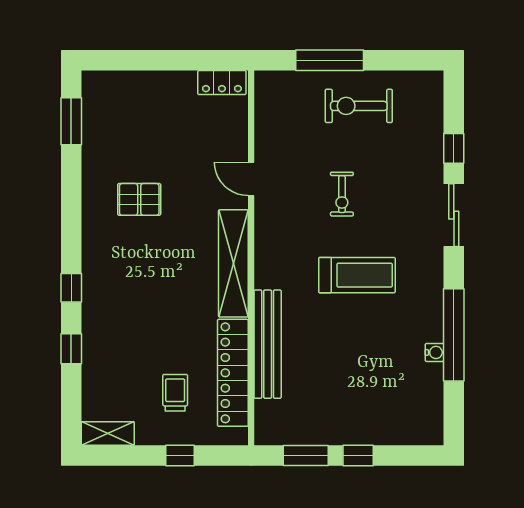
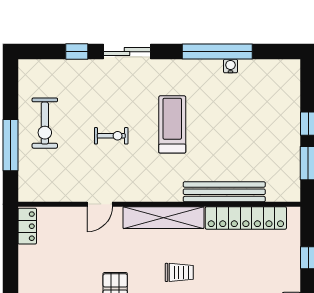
trolley: (175, 393) -> (179, 272), moved, turned 180

